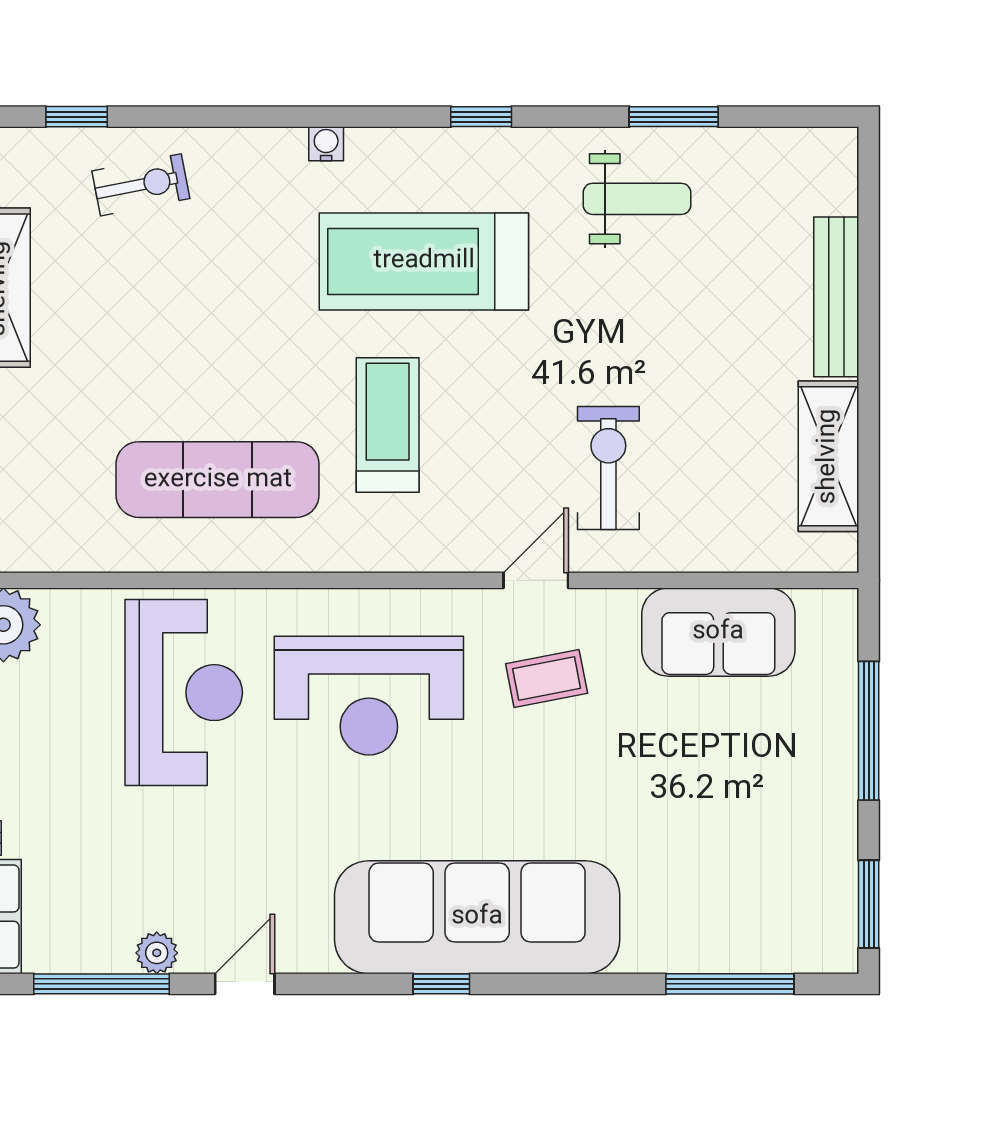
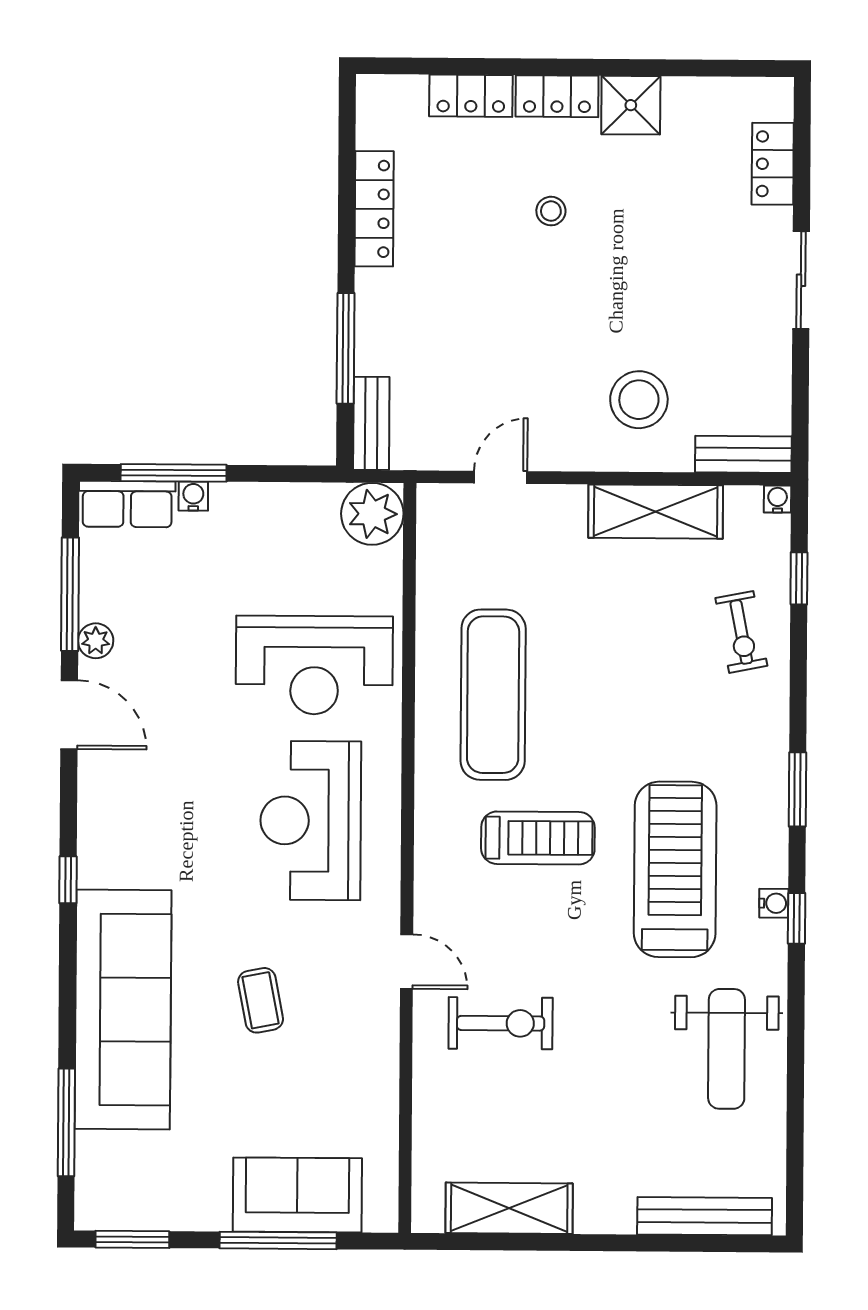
window: (674, 117) -> (797, 789), moved
water cooler: (326, 144) -> (774, 903), moved
weight bench: (637, 199) -> (727, 1049), width x1.36, depth x1.33
bench: (836, 297) -> (705, 1216), moved
sofa: (718, 632) -> (297, 1195), moved, turned 90
coffee table: (547, 679) -> (261, 1000), moved
sofa: (477, 917) -> (123, 1009), moved
door: (245, 984) -> (69, 715), width x1.38

